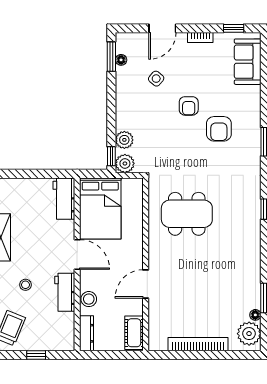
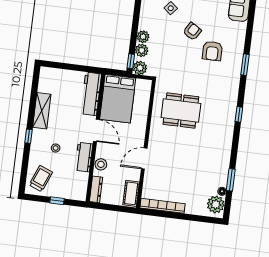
armchair: (189, 106) -> (192, 31), turned -148
plant: (124, 121) -> (143, 37), added
workbench: (64, 199) -> (91, 94), width x1.38
bookcase: (198, 344) -> (162, 206), moved

